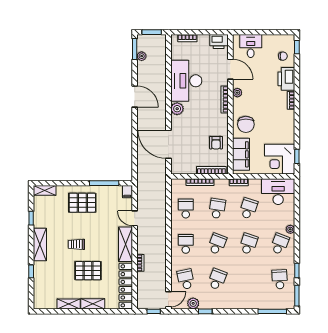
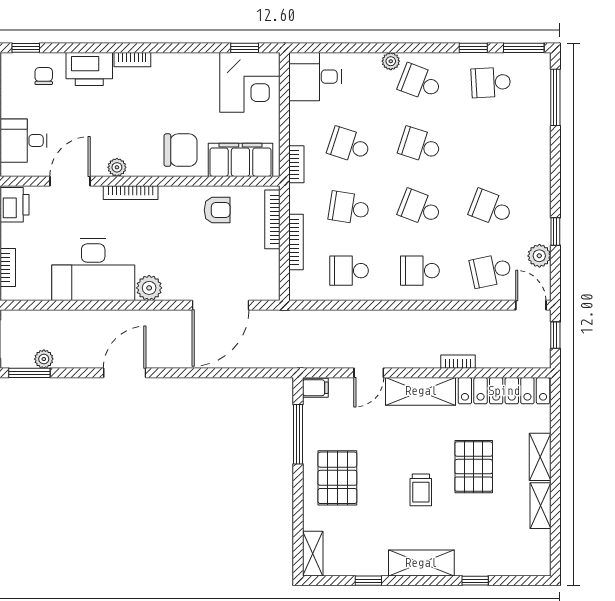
desk: (278, 192) -> (315, 77), width x0.73

